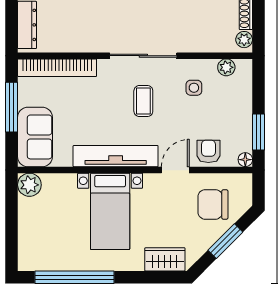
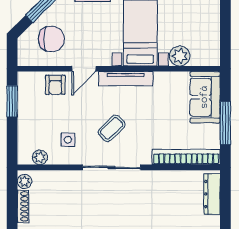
coffee table: (143, 101) -> (112, 128), turned 46
tv unit: (116, 156) -> (126, 79), width x0.73, depth x0.78
floor lamp: (245, 160) -> (24, 78), removed
plant: (29, 185) -> (180, 56), moved

